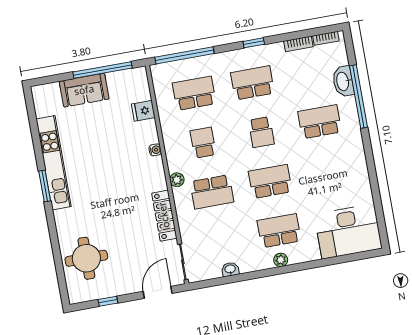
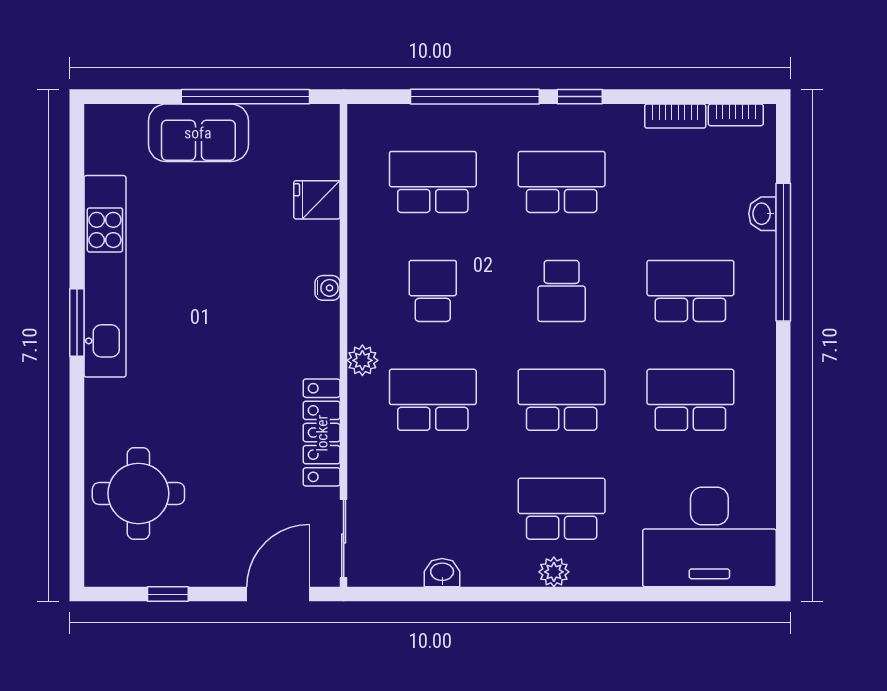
window: (184, 55) -> (475, 97), moved
washbasin: (343, 81) -> (762, 214), width x0.52, depth x0.69
school desk: (328, 171) -> (690, 400), added
school desk: (212, 192) -> (433, 400), turned 180

